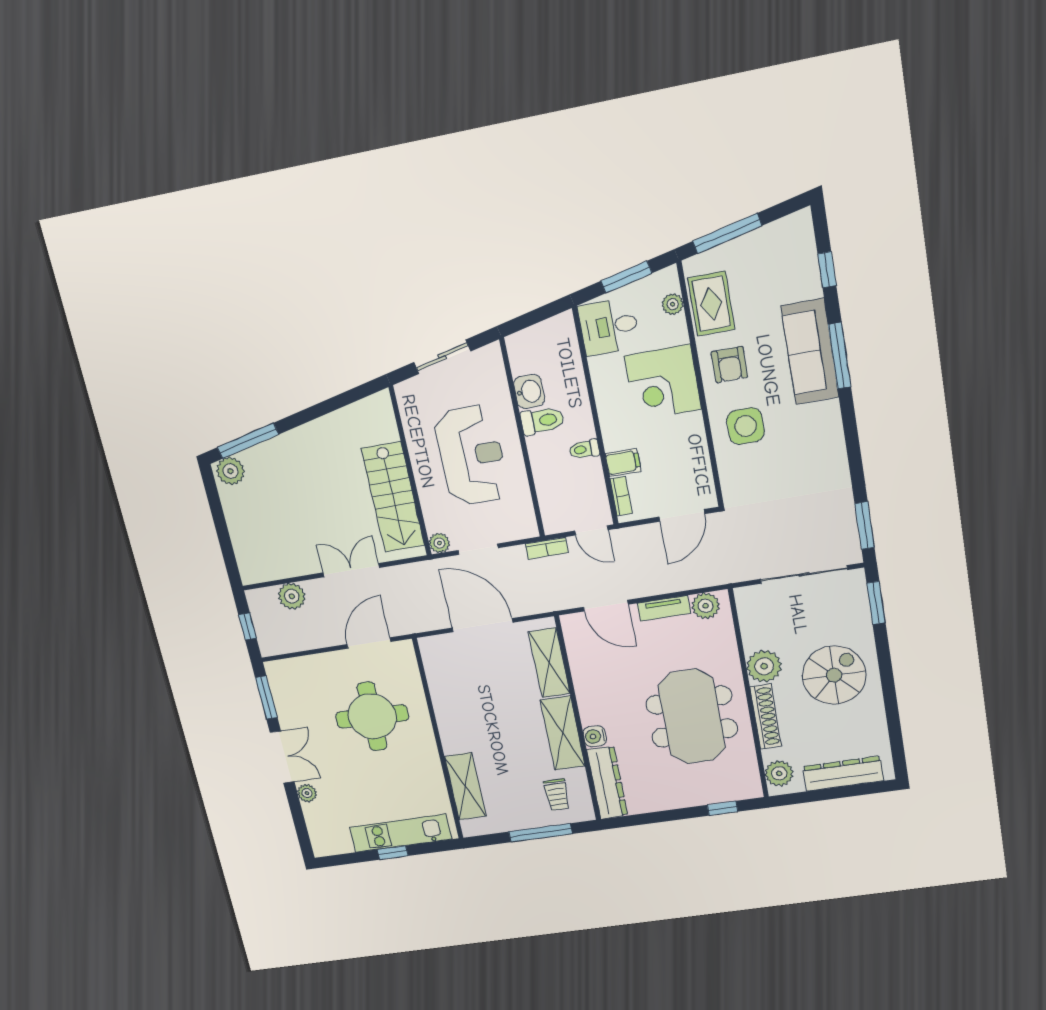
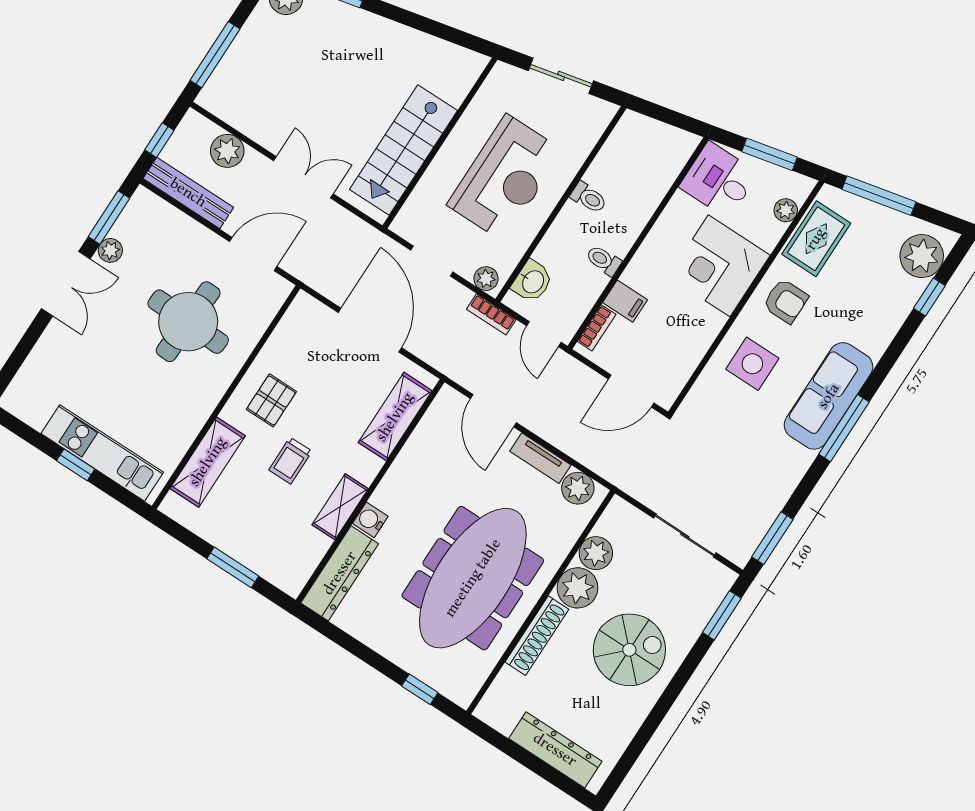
plant: (796, 247) -> (922, 256), added
sofa: (810, 352) -> (829, 396), moved
window: (840, 356) -> (844, 428), moved
armchair: (729, 365) -> (786, 301), turned -90
washbasin: (529, 391) -> (532, 281), moved
toilet: (542, 421) -> (589, 198), width x0.73, depth x0.72
plant: (439, 543) -> (486, 279), moved
window: (226, 546) -> (215, 55), added
sliding door: (804, 574) -> (685, 535), width x0.73
bench: (295, 642) -> (188, 193), added
meeting table: (692, 717) -> (473, 578), width x1.36
pallet: (466, 719) -> (271, 400), added
shelving: (563, 733) -> (340, 507), width x0.67, depth x0.75
plant: (779, 773) -> (596, 553), moved
plant: (307, 793) -> (110, 250), moved
trolley: (557, 795) -> (290, 461), moved
window: (540, 833) -> (233, 567), width x0.69

